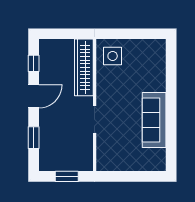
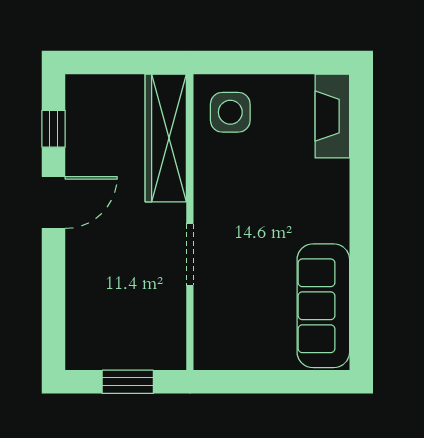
fireplace: (158, 58) -> (332, 116), added
sofa: (154, 120) -> (323, 306), moved
window: (34, 138) -> (54, 295), removed

